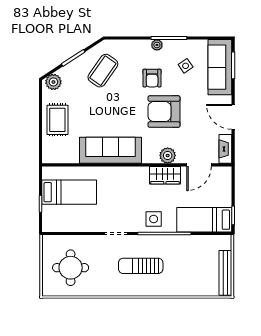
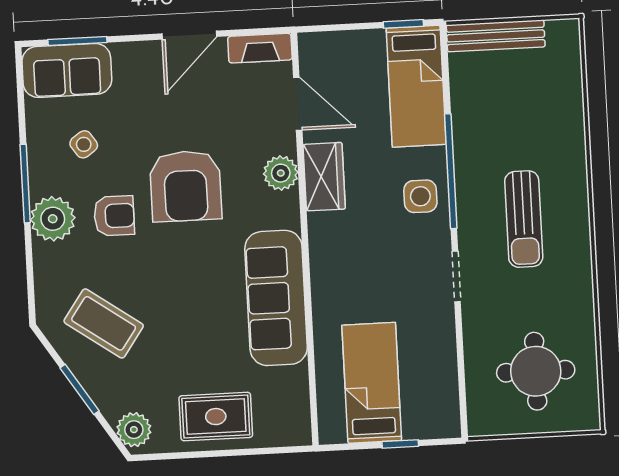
plant: (157, 45) -> (53, 219), width x1.88, depth x1.88
sofa: (220, 67) -> (67, 70), width x0.73
bench: (225, 273) -> (496, 36), moved

